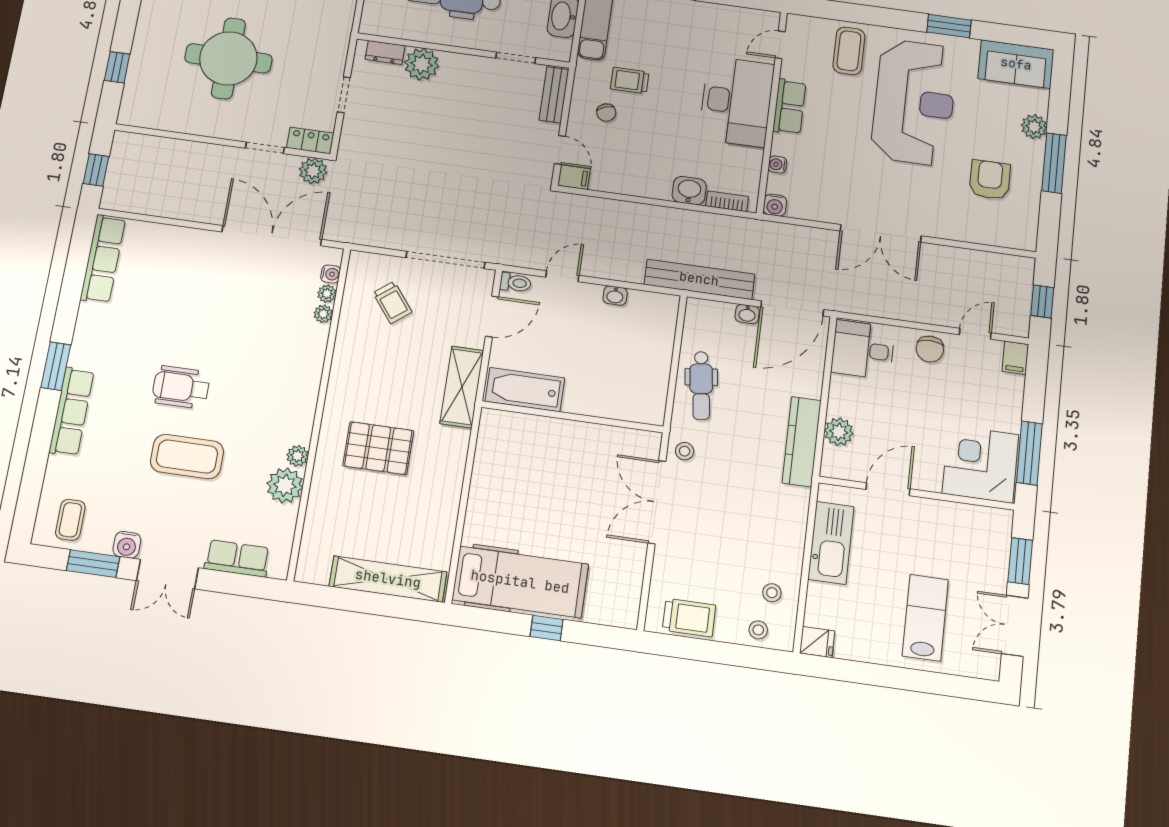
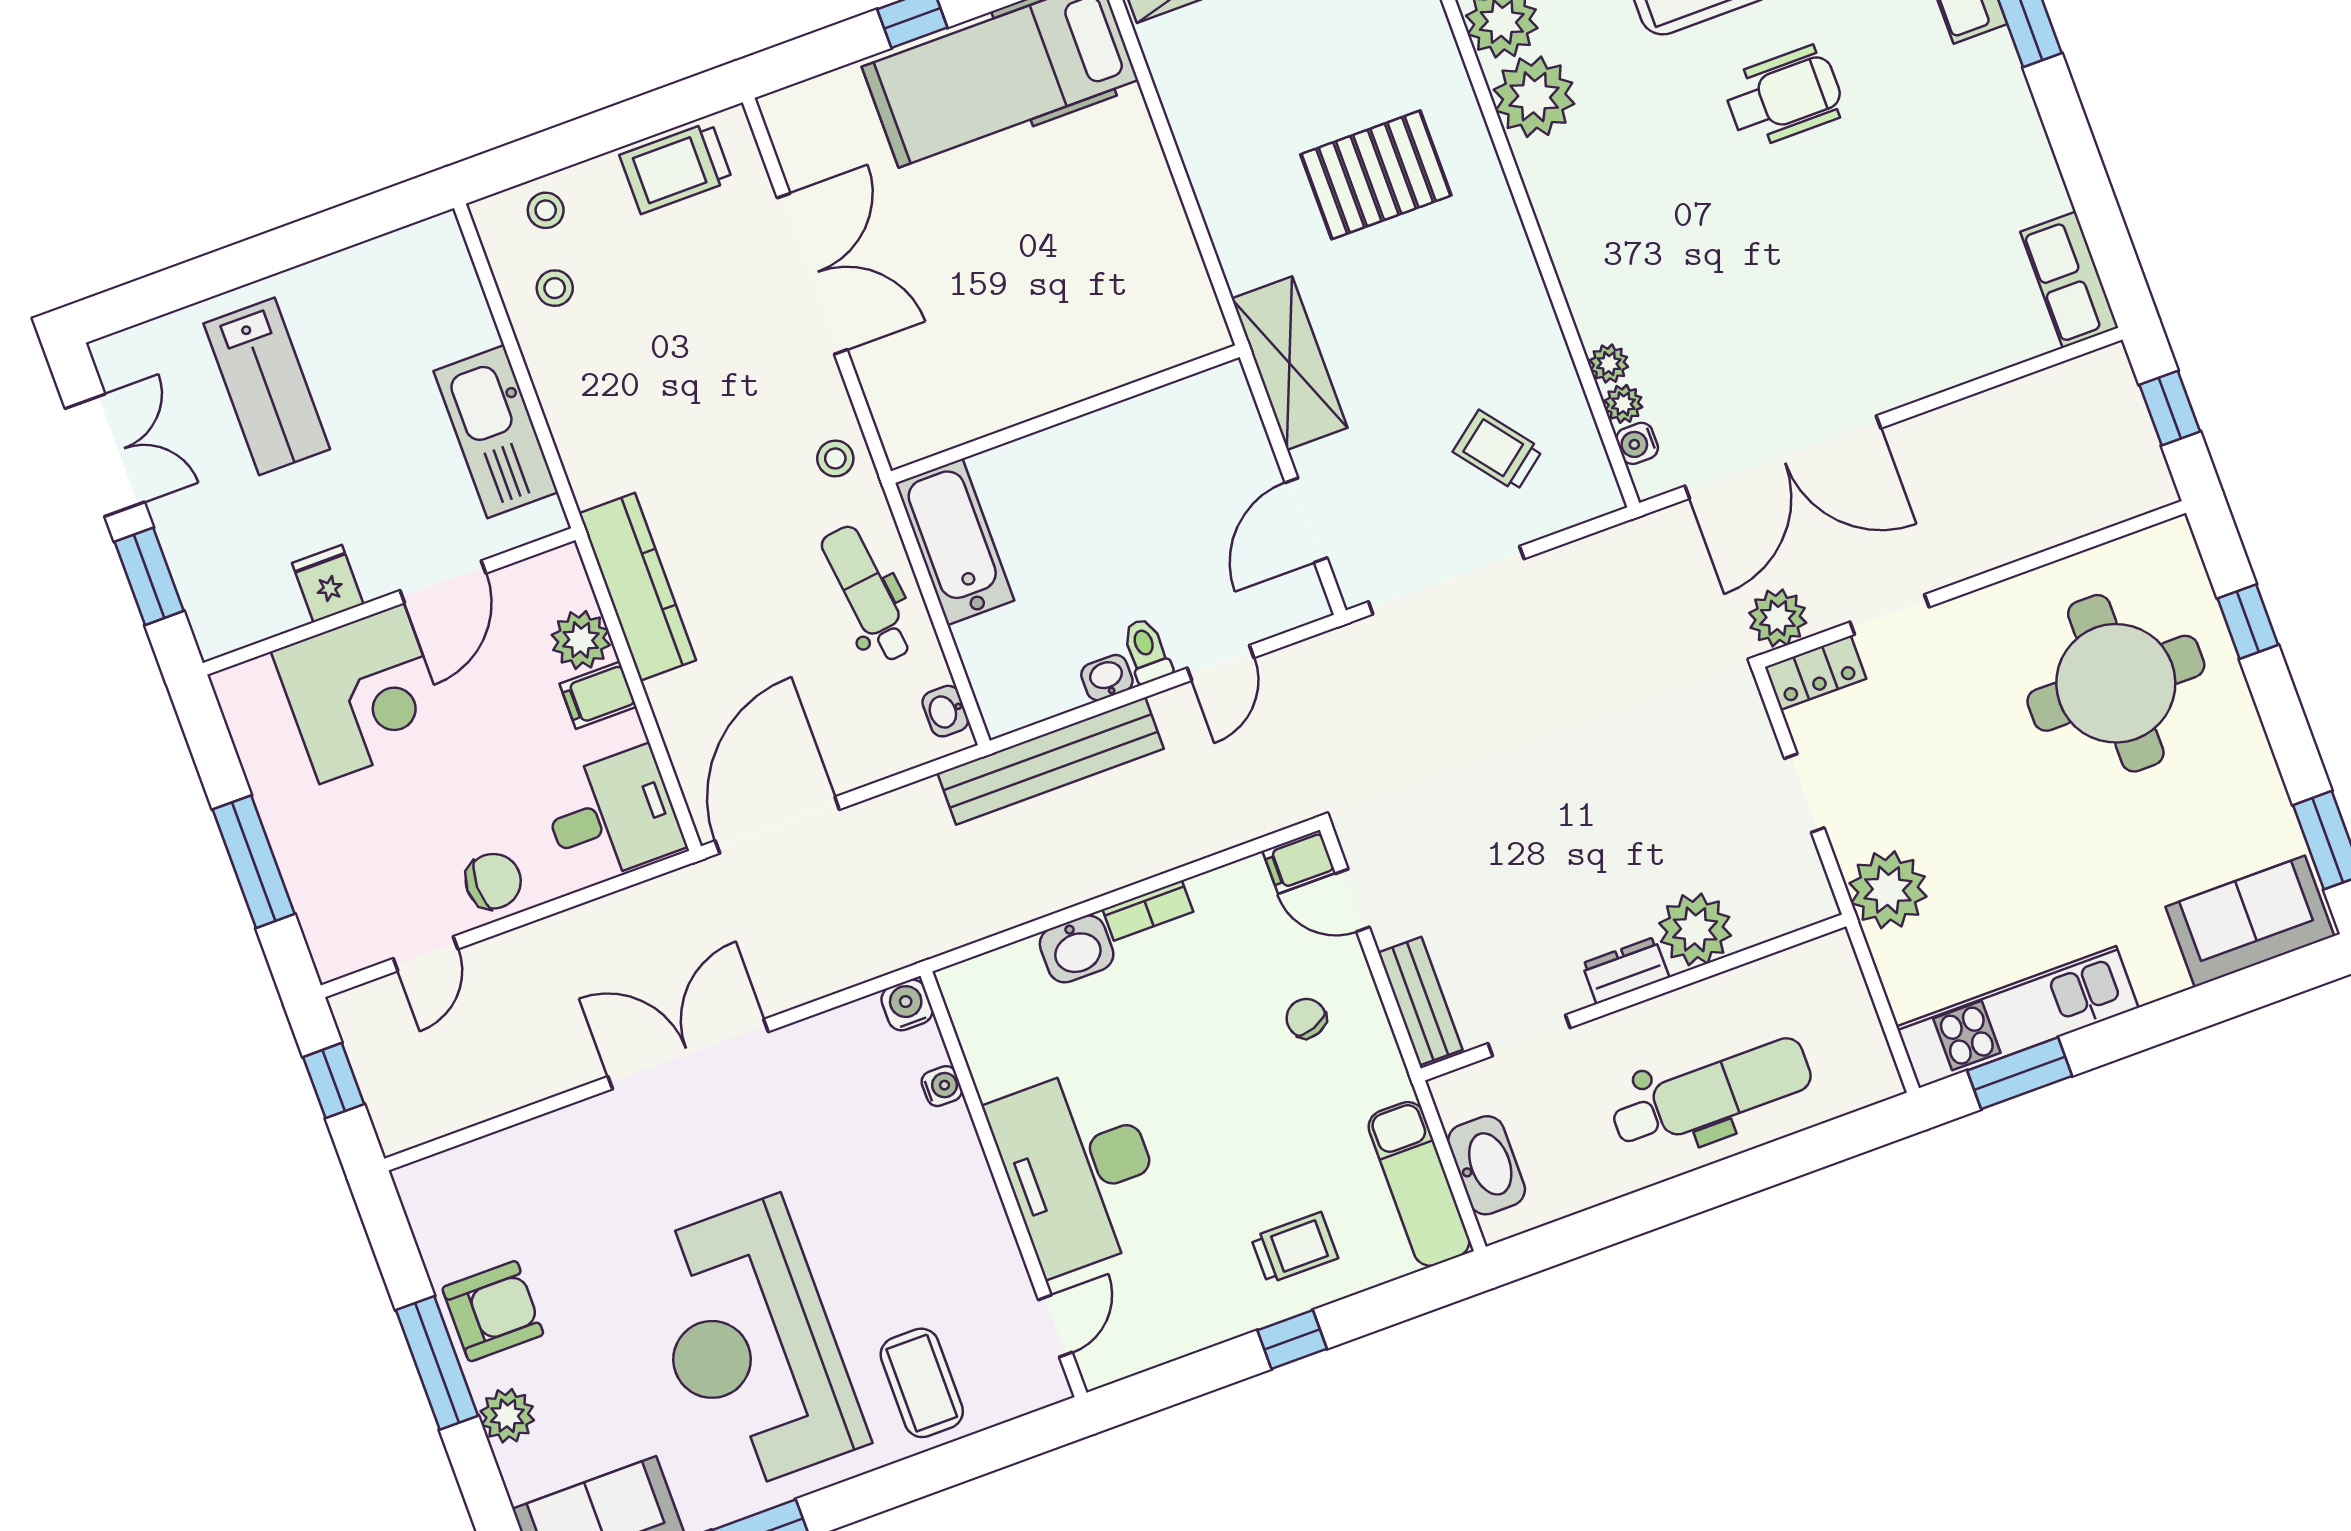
plant: (332, 39) -> (1888, 890), added
dresser: (385, 52) -> (1626, 970), moved
round table: (228, 58) -> (2116, 683), moved
trolley: (630, 80) -> (1294, 1248), moved
row of seats: (789, 107) -> (977, 1212), removed
armchair: (990, 180) -> (493, 1311), moved, turned -90
bookcase: (727, 201) -> (1148, 911), moved
row of seats: (103, 259) -> (2069, 280), width x0.68
bench: (699, 279) -> (1051, 761), moved
toilet: (515, 283) -> (1147, 651), moved, turned 90
washbasin: (747, 314) -> (945, 711), moved, turned -90
chair: (930, 349) -> (493, 881), turned 90
filing cabinet: (1015, 358) -> (598, 695), moved, turned -90
bathtub: (525, 390) -> (955, 542), moved, turned -90
window: (1029, 453) -> (254, 862), moved
plant: (297, 456) -> (1534, 97), width x1.87, depth x1.87
corner desk: (980, 464) -> (361, 694), moved
double door: (657, 502) -> (812, 274), moved
fridge: (817, 642) -> (328, 584), moved, turned 90

